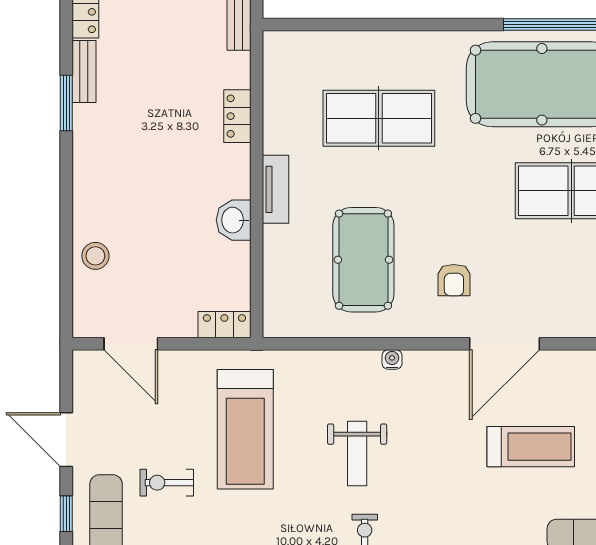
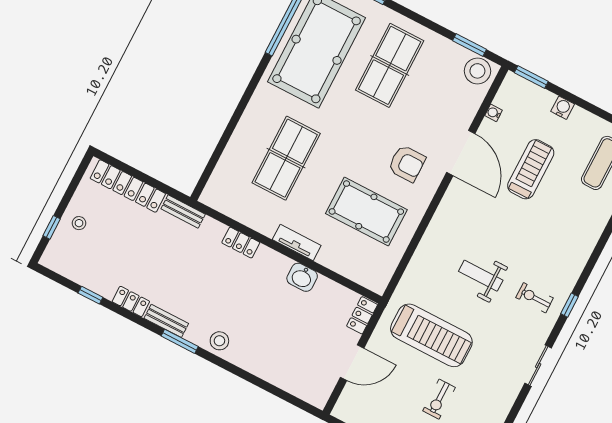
stool: (95, 256) -> (219, 341), moved
armchair: (454, 280) -> (407, 164), width x1.38, depth x1.38
door: (131, 344) -> (352, 363), moved
water cooler: (392, 359) -> (494, 113), moved
weight bench: (357, 453) -> (481, 276), turned 180

